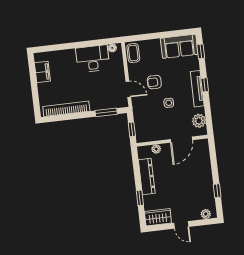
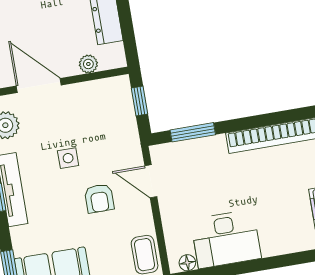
armchair: (154, 82) -> (99, 198), turned 90
door: (181, 140) -> (39, 86), hinge flipped

